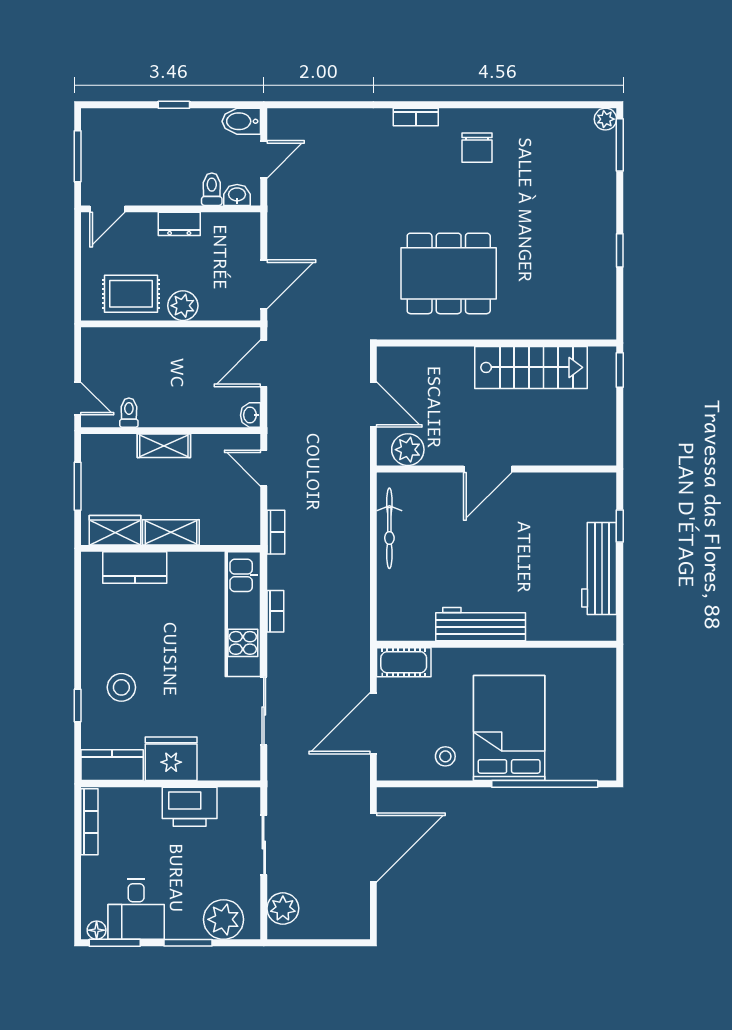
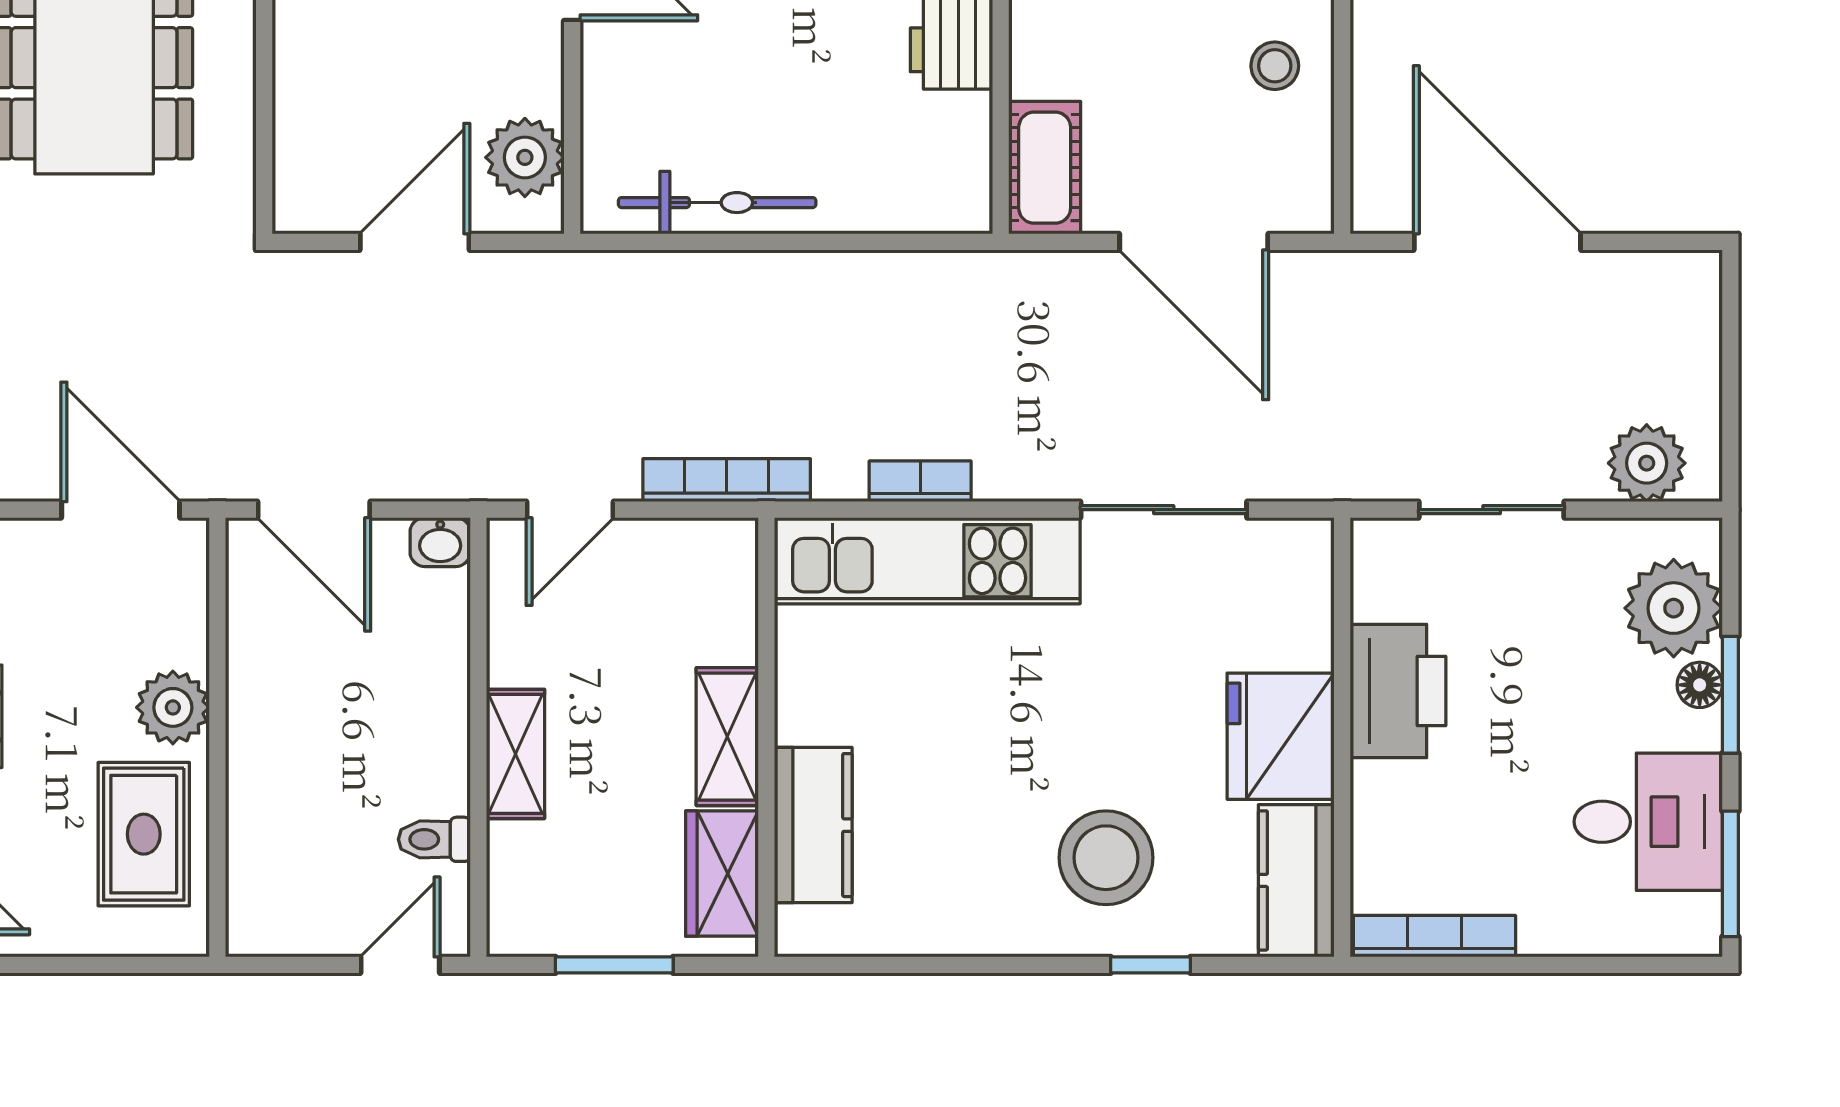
bookcase: (276, 532) -> (727, 480), width x1.56
stool: (121, 687) -> (1106, 858), width x1.38, depth x1.38
floor lamp: (97, 930) -> (1700, 685), moved

